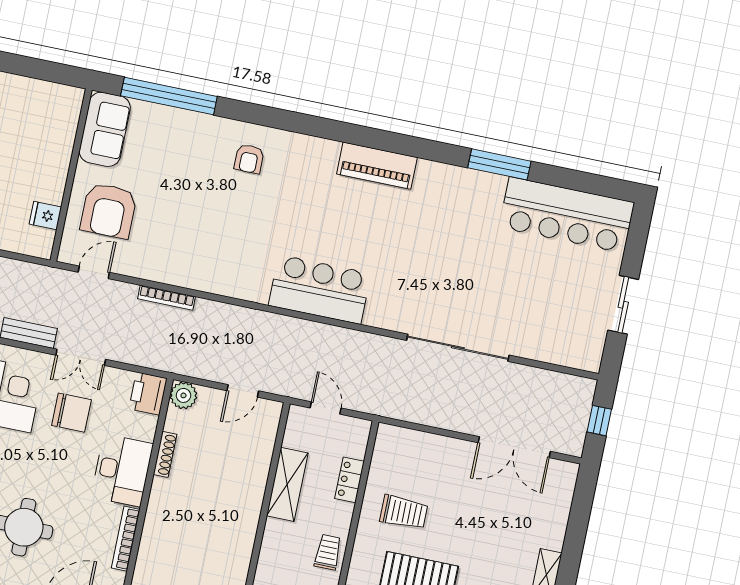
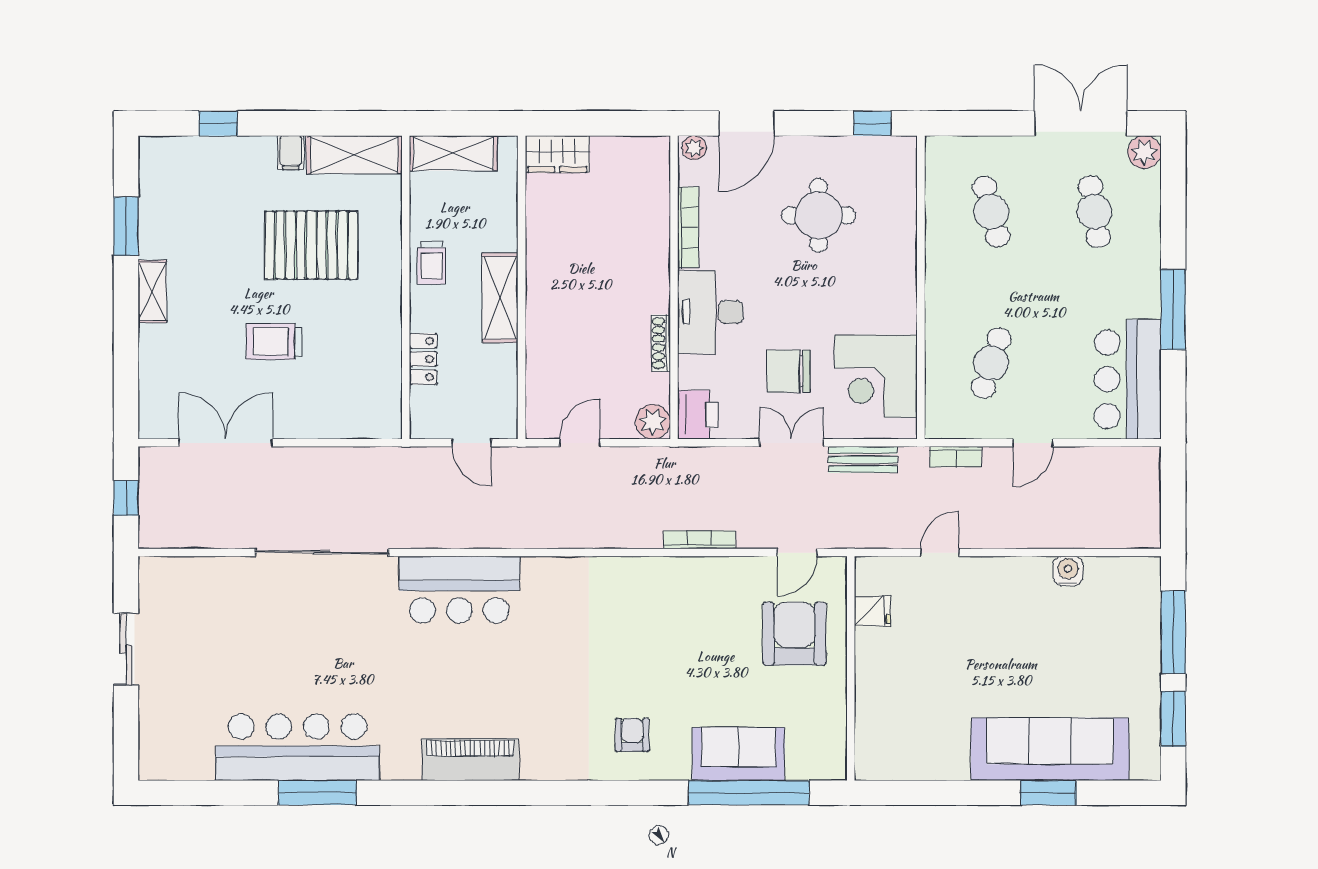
sofa: (105, 129) -> (738, 754), moved, turned 90
bar counter: (567, 215) -> (297, 747), moved
bar counter: (320, 289) -> (459, 590), moved
shelving: (287, 484) -> (500, 298), moved
trolley: (404, 512) -> (275, 341), moved

